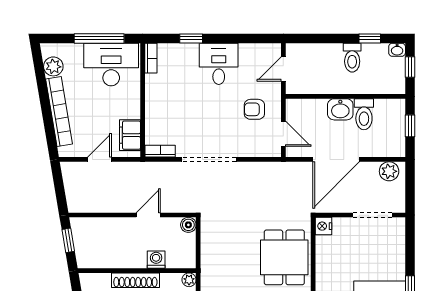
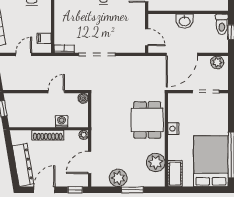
armchair: (254, 109) -> (127, 21), removed
toilet: (364, 114) -> (222, 24), moved
filing cabinet: (130, 135) -> (44, 38), width x0.50
nightstand: (323, 226) -> (173, 129), moved

